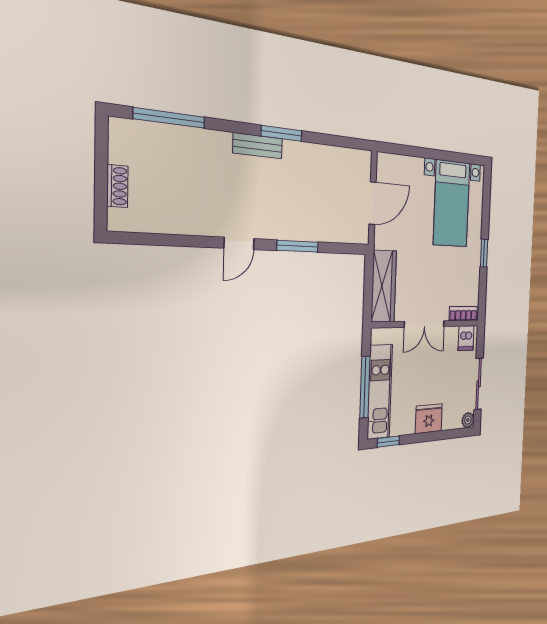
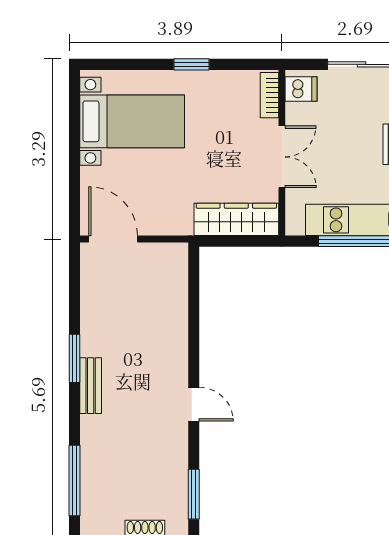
door: (373, 203) -> (113, 239), moved
window: (298, 246) -> (194, 494), moved

